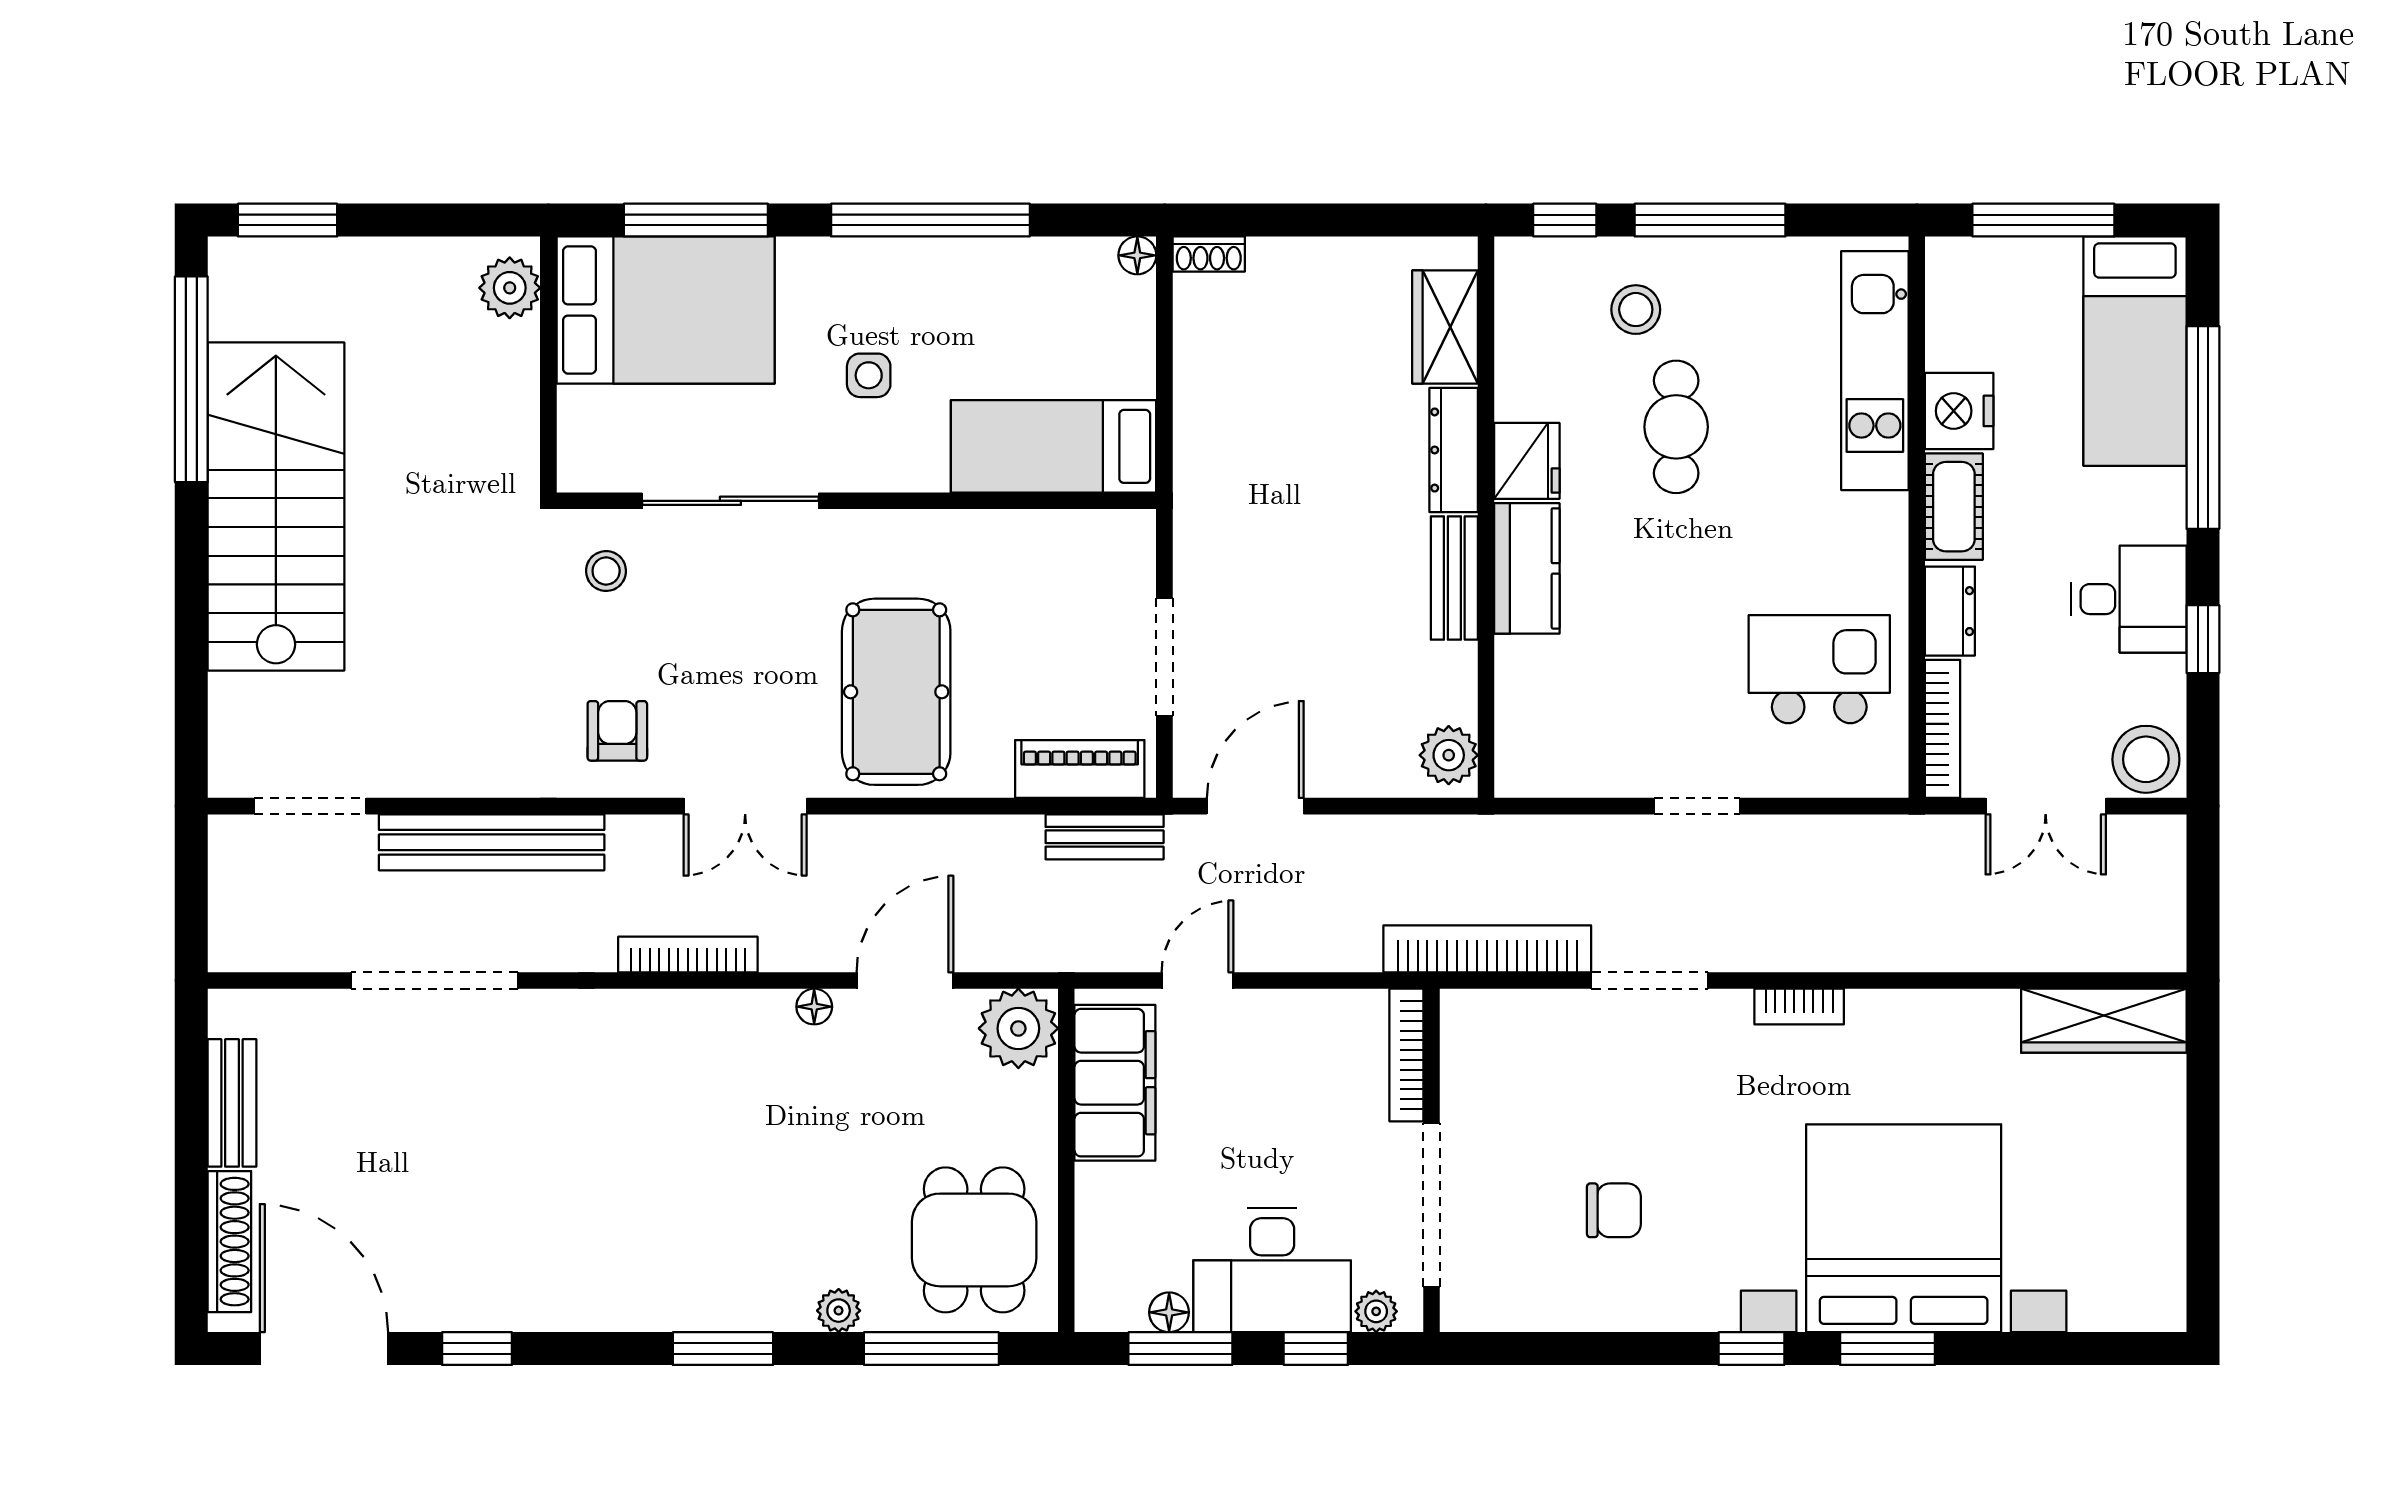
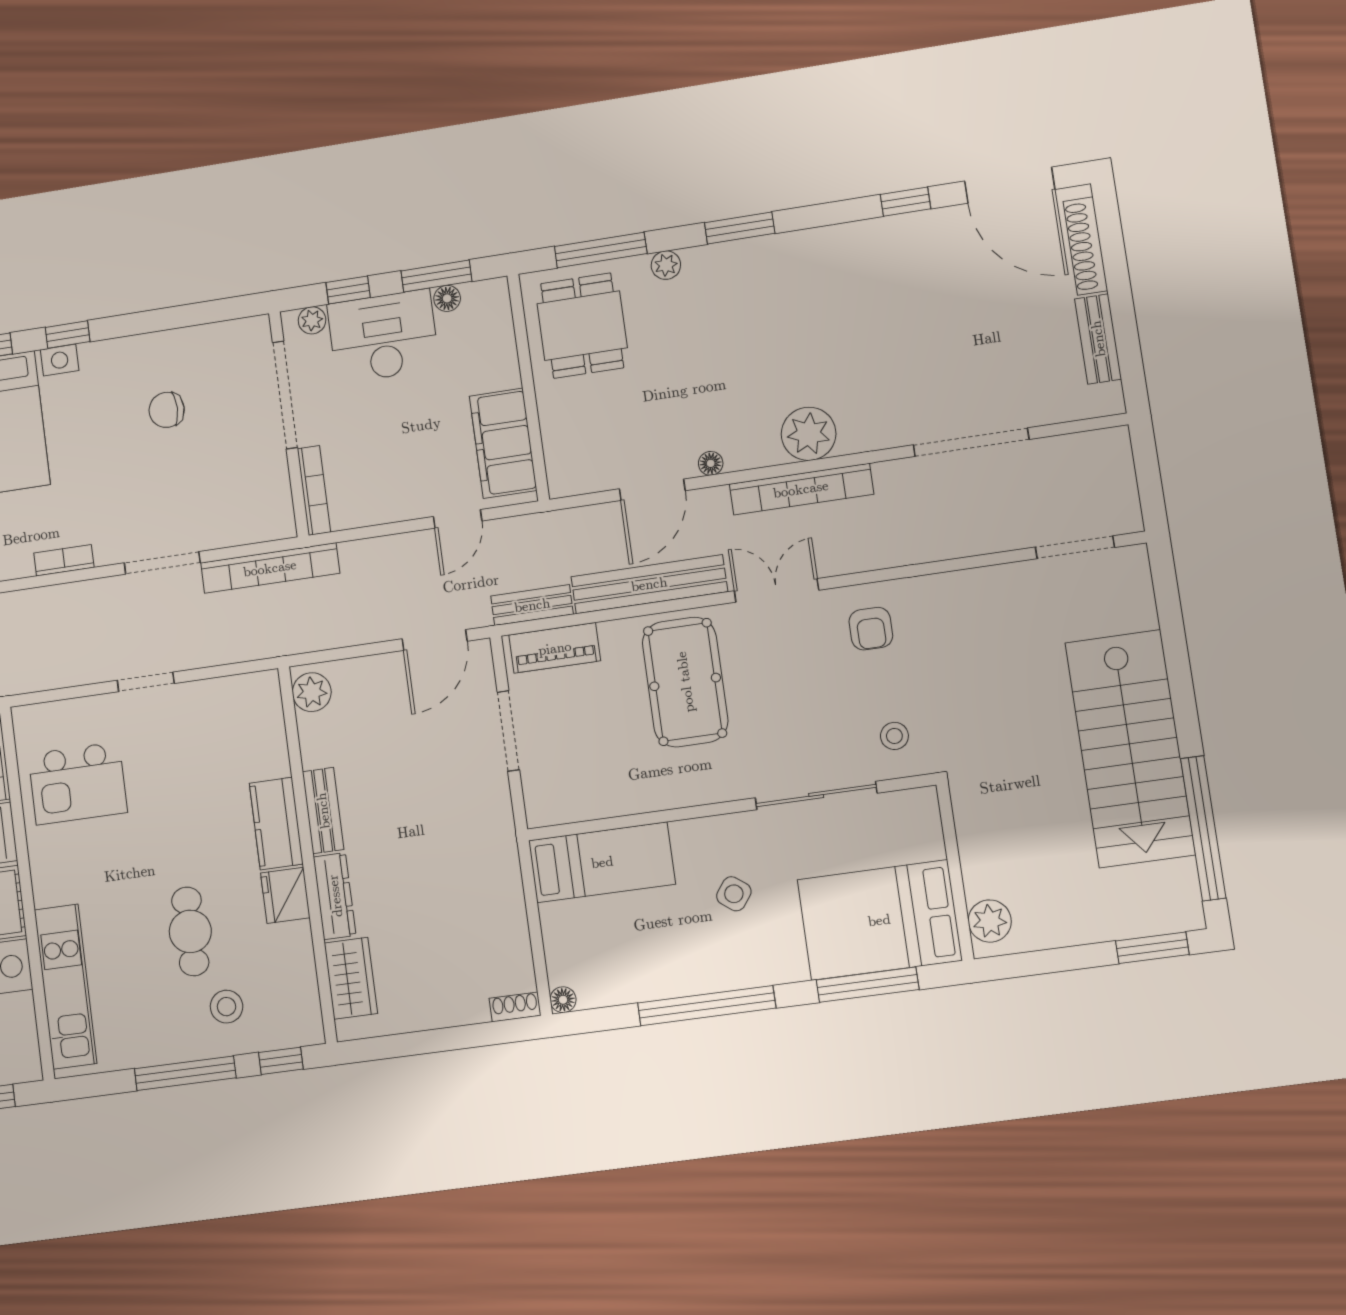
side table: (869, 375) -> (734, 894), turned 37
bench: (492, 842) -> (649, 584), moved
bookcase: (688, 955) -> (801, 489), width x1.48, depth x1.31
plant: (1018, 1028) -> (809, 434), moved

